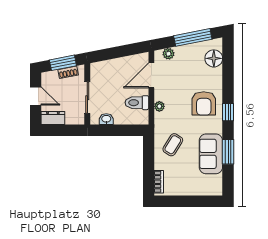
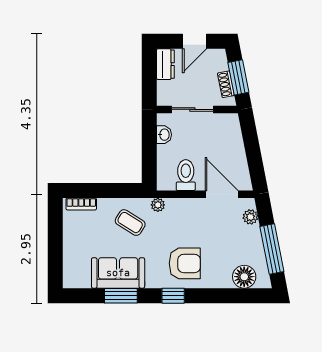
armchair: (204, 103) -> (185, 263), turned 180
plant: (159, 106) -> (158, 205), moved

